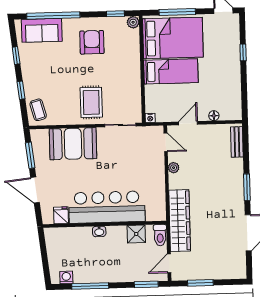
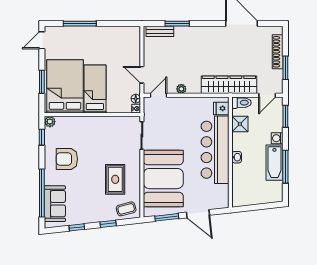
window: (177, 12) -> (42, 82), width x0.69
window: (243, 52) -> (80, 24), width x2.17
rug: (91, 102) -> (115, 179), moved, turned 90
floor lamp: (214, 116) -> (136, 99), moved
booth: (73, 144) -> (163, 179), width x1.36, depth x1.42
window: (247, 187) -> (177, 24), moved
door: (35, 190) -> (198, 214), hinge flipped
fridge: (61, 215) -> (221, 108), moved
door: (169, 263) -> (267, 95), hinge flipped
bathtub: (94, 274) -> (274, 163), added
shoe rack: (218, 274) -> (278, 52), added
washing machine: (66, 277) -> (277, 138), moved

